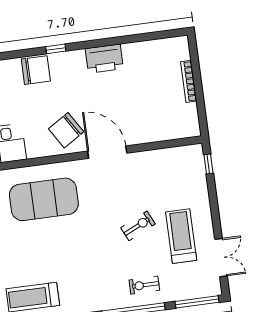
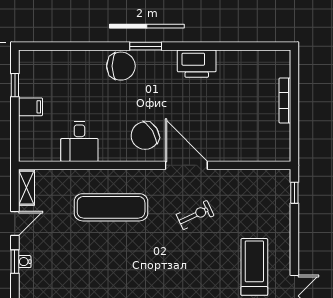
window: (56, 49) -> (146, 46), width x1.50
exercise mat: (44, 199) -> (111, 207), width x0.68
exercise bike: (138, 226) -> (195, 215), moved

